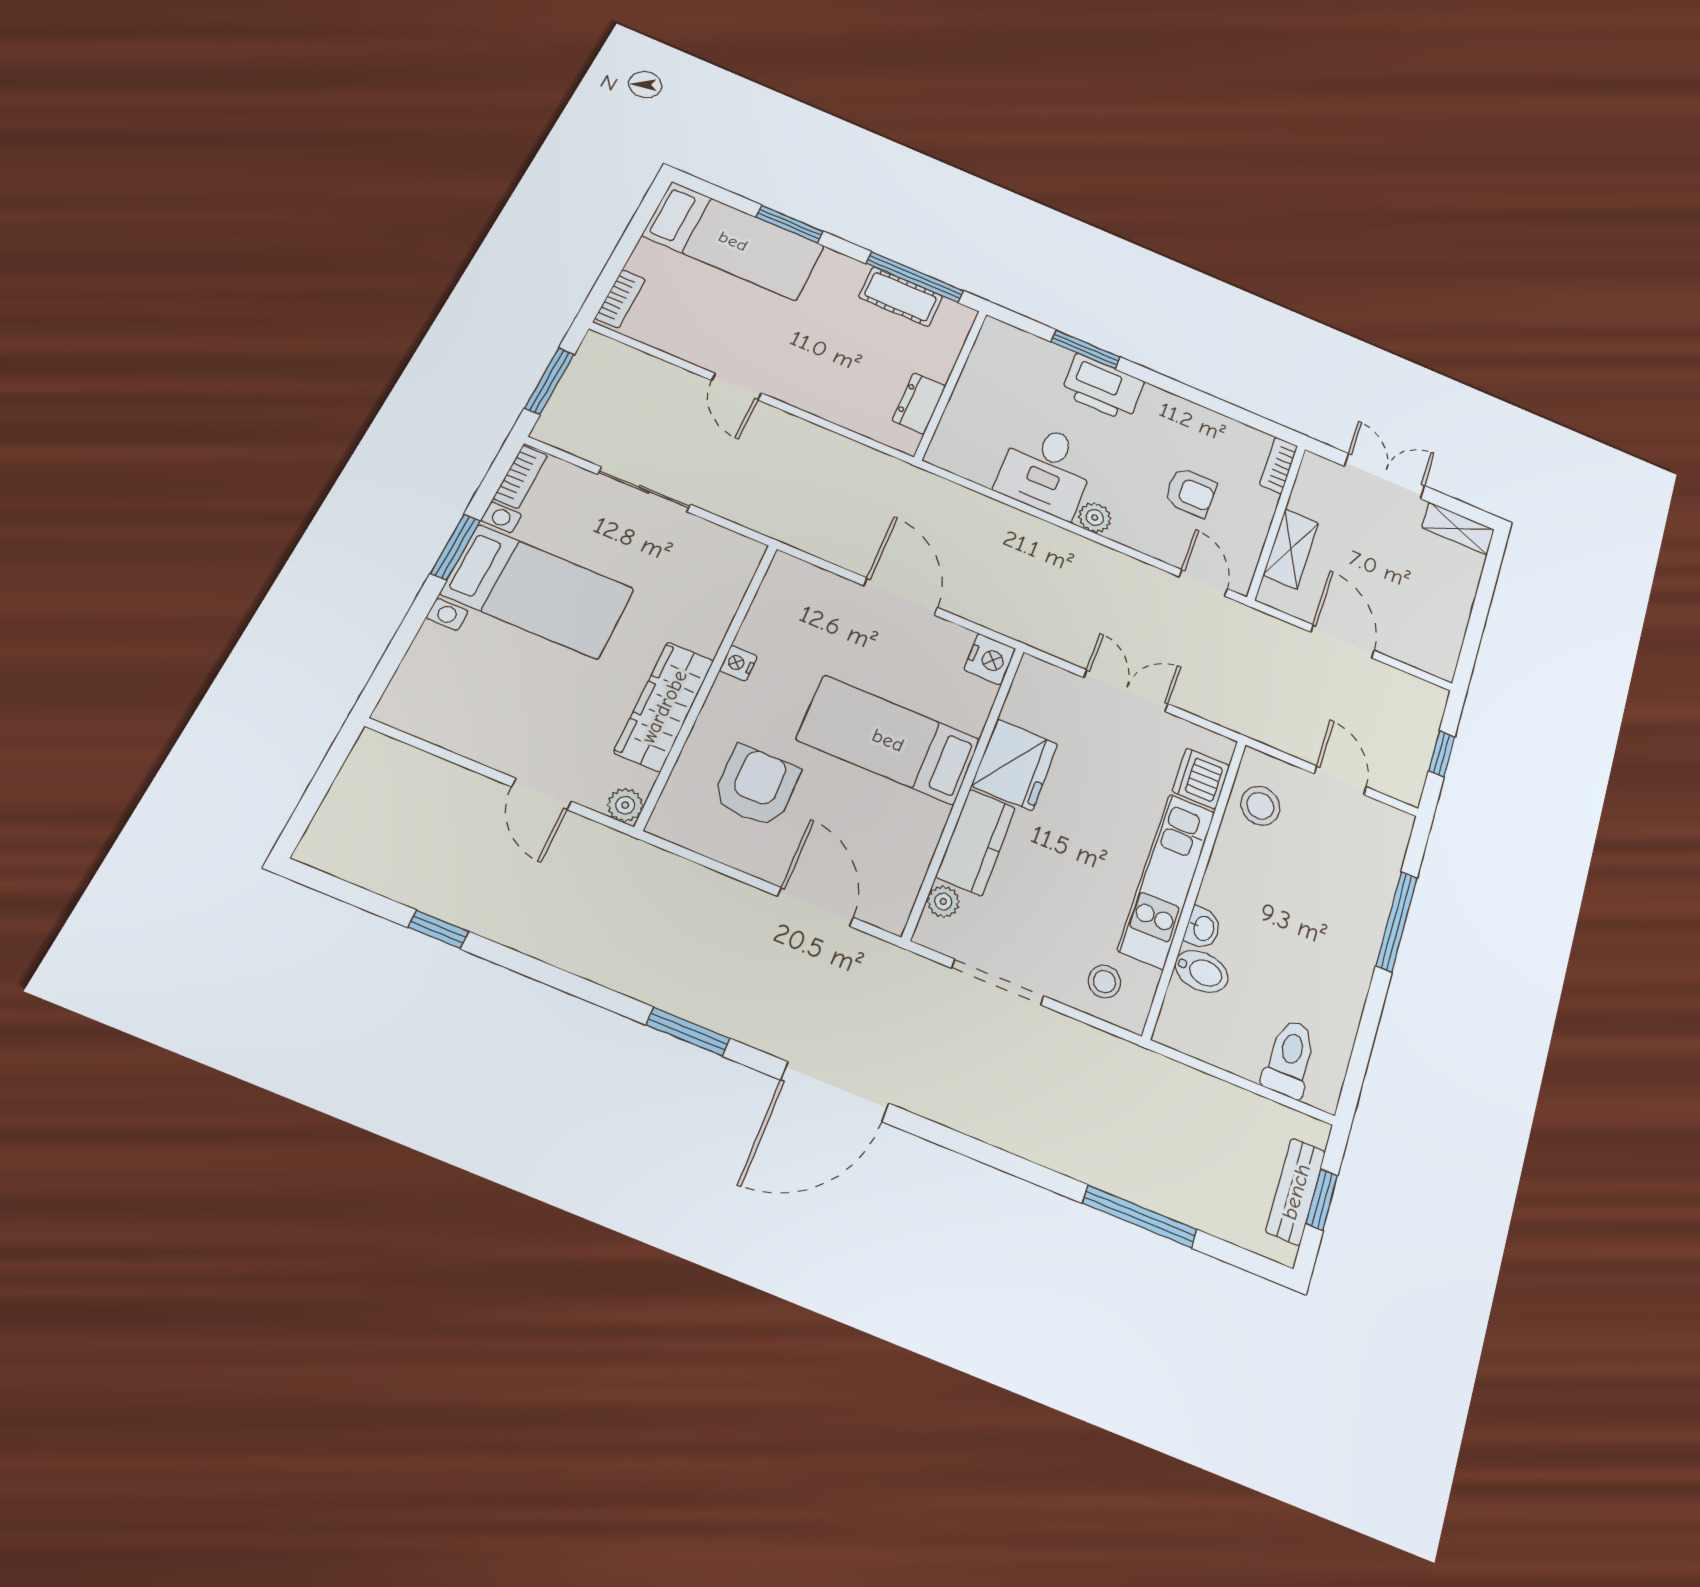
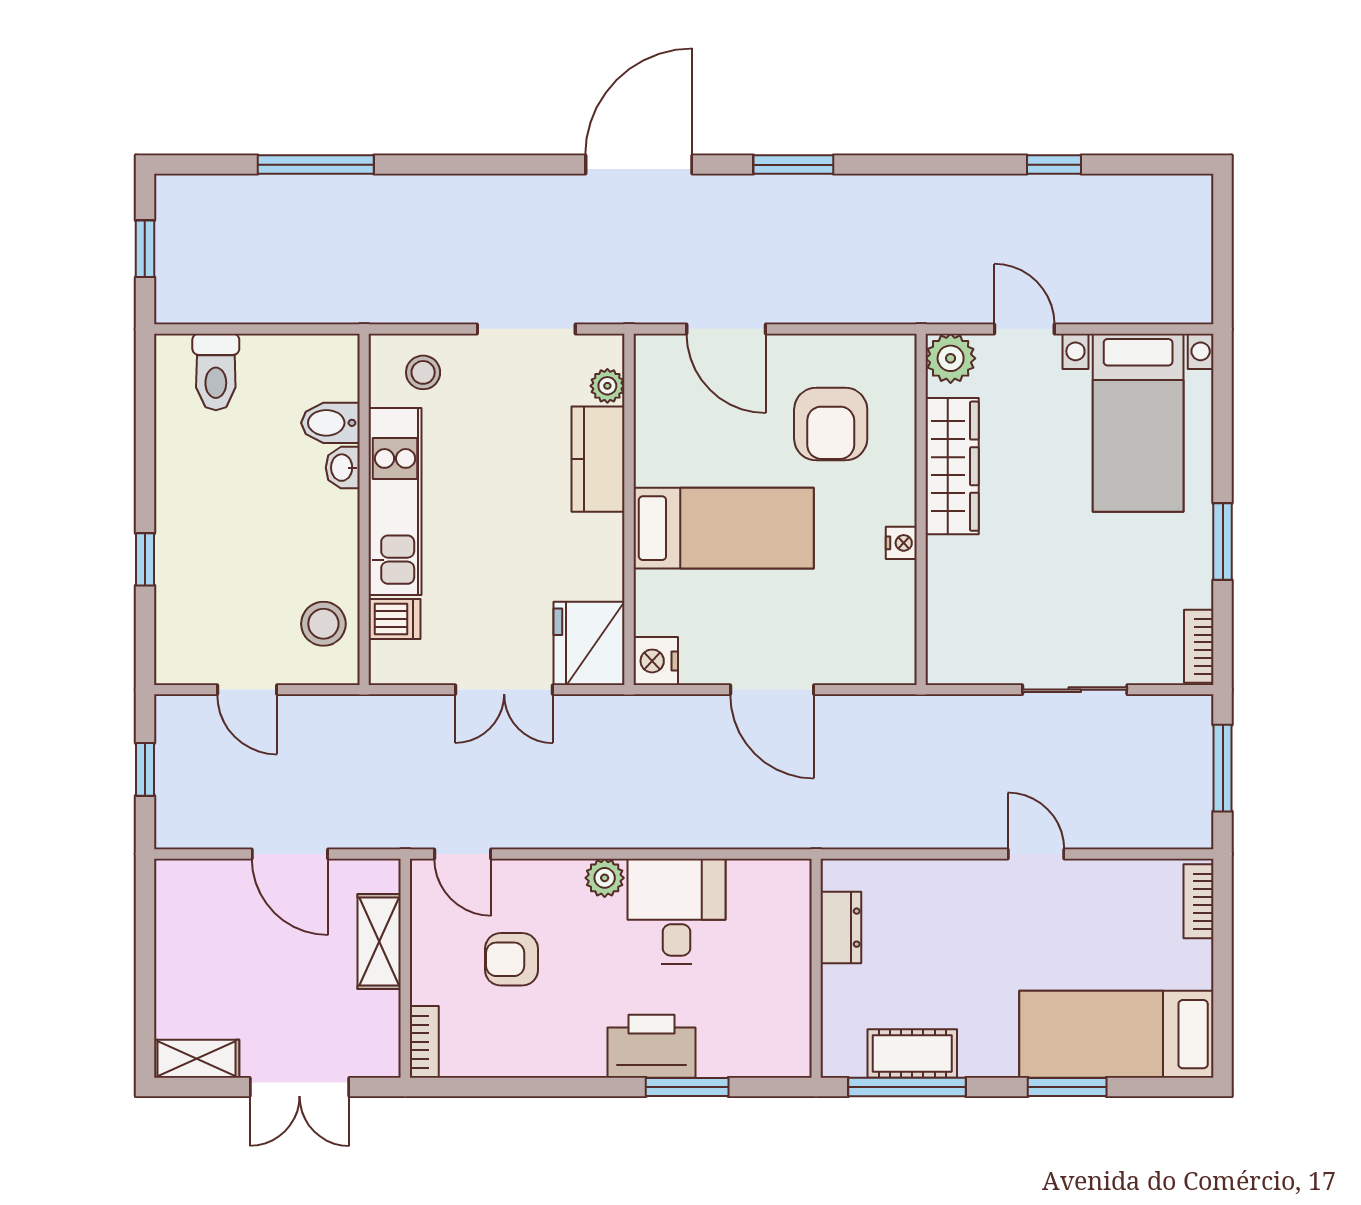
bed with nightstands: (538, 591) -> (1138, 423), moved, turned -90
fridge: (1015, 765) -> (589, 643), moved
dishwasher: (1201, 778) -> (395, 619), width x0.73
plant: (625, 805) -> (951, 358), width x1.38, depth x1.38
window: (1397, 922) -> (145, 559), width x0.46
bench: (1296, 1191) -> (173, 246), removed

